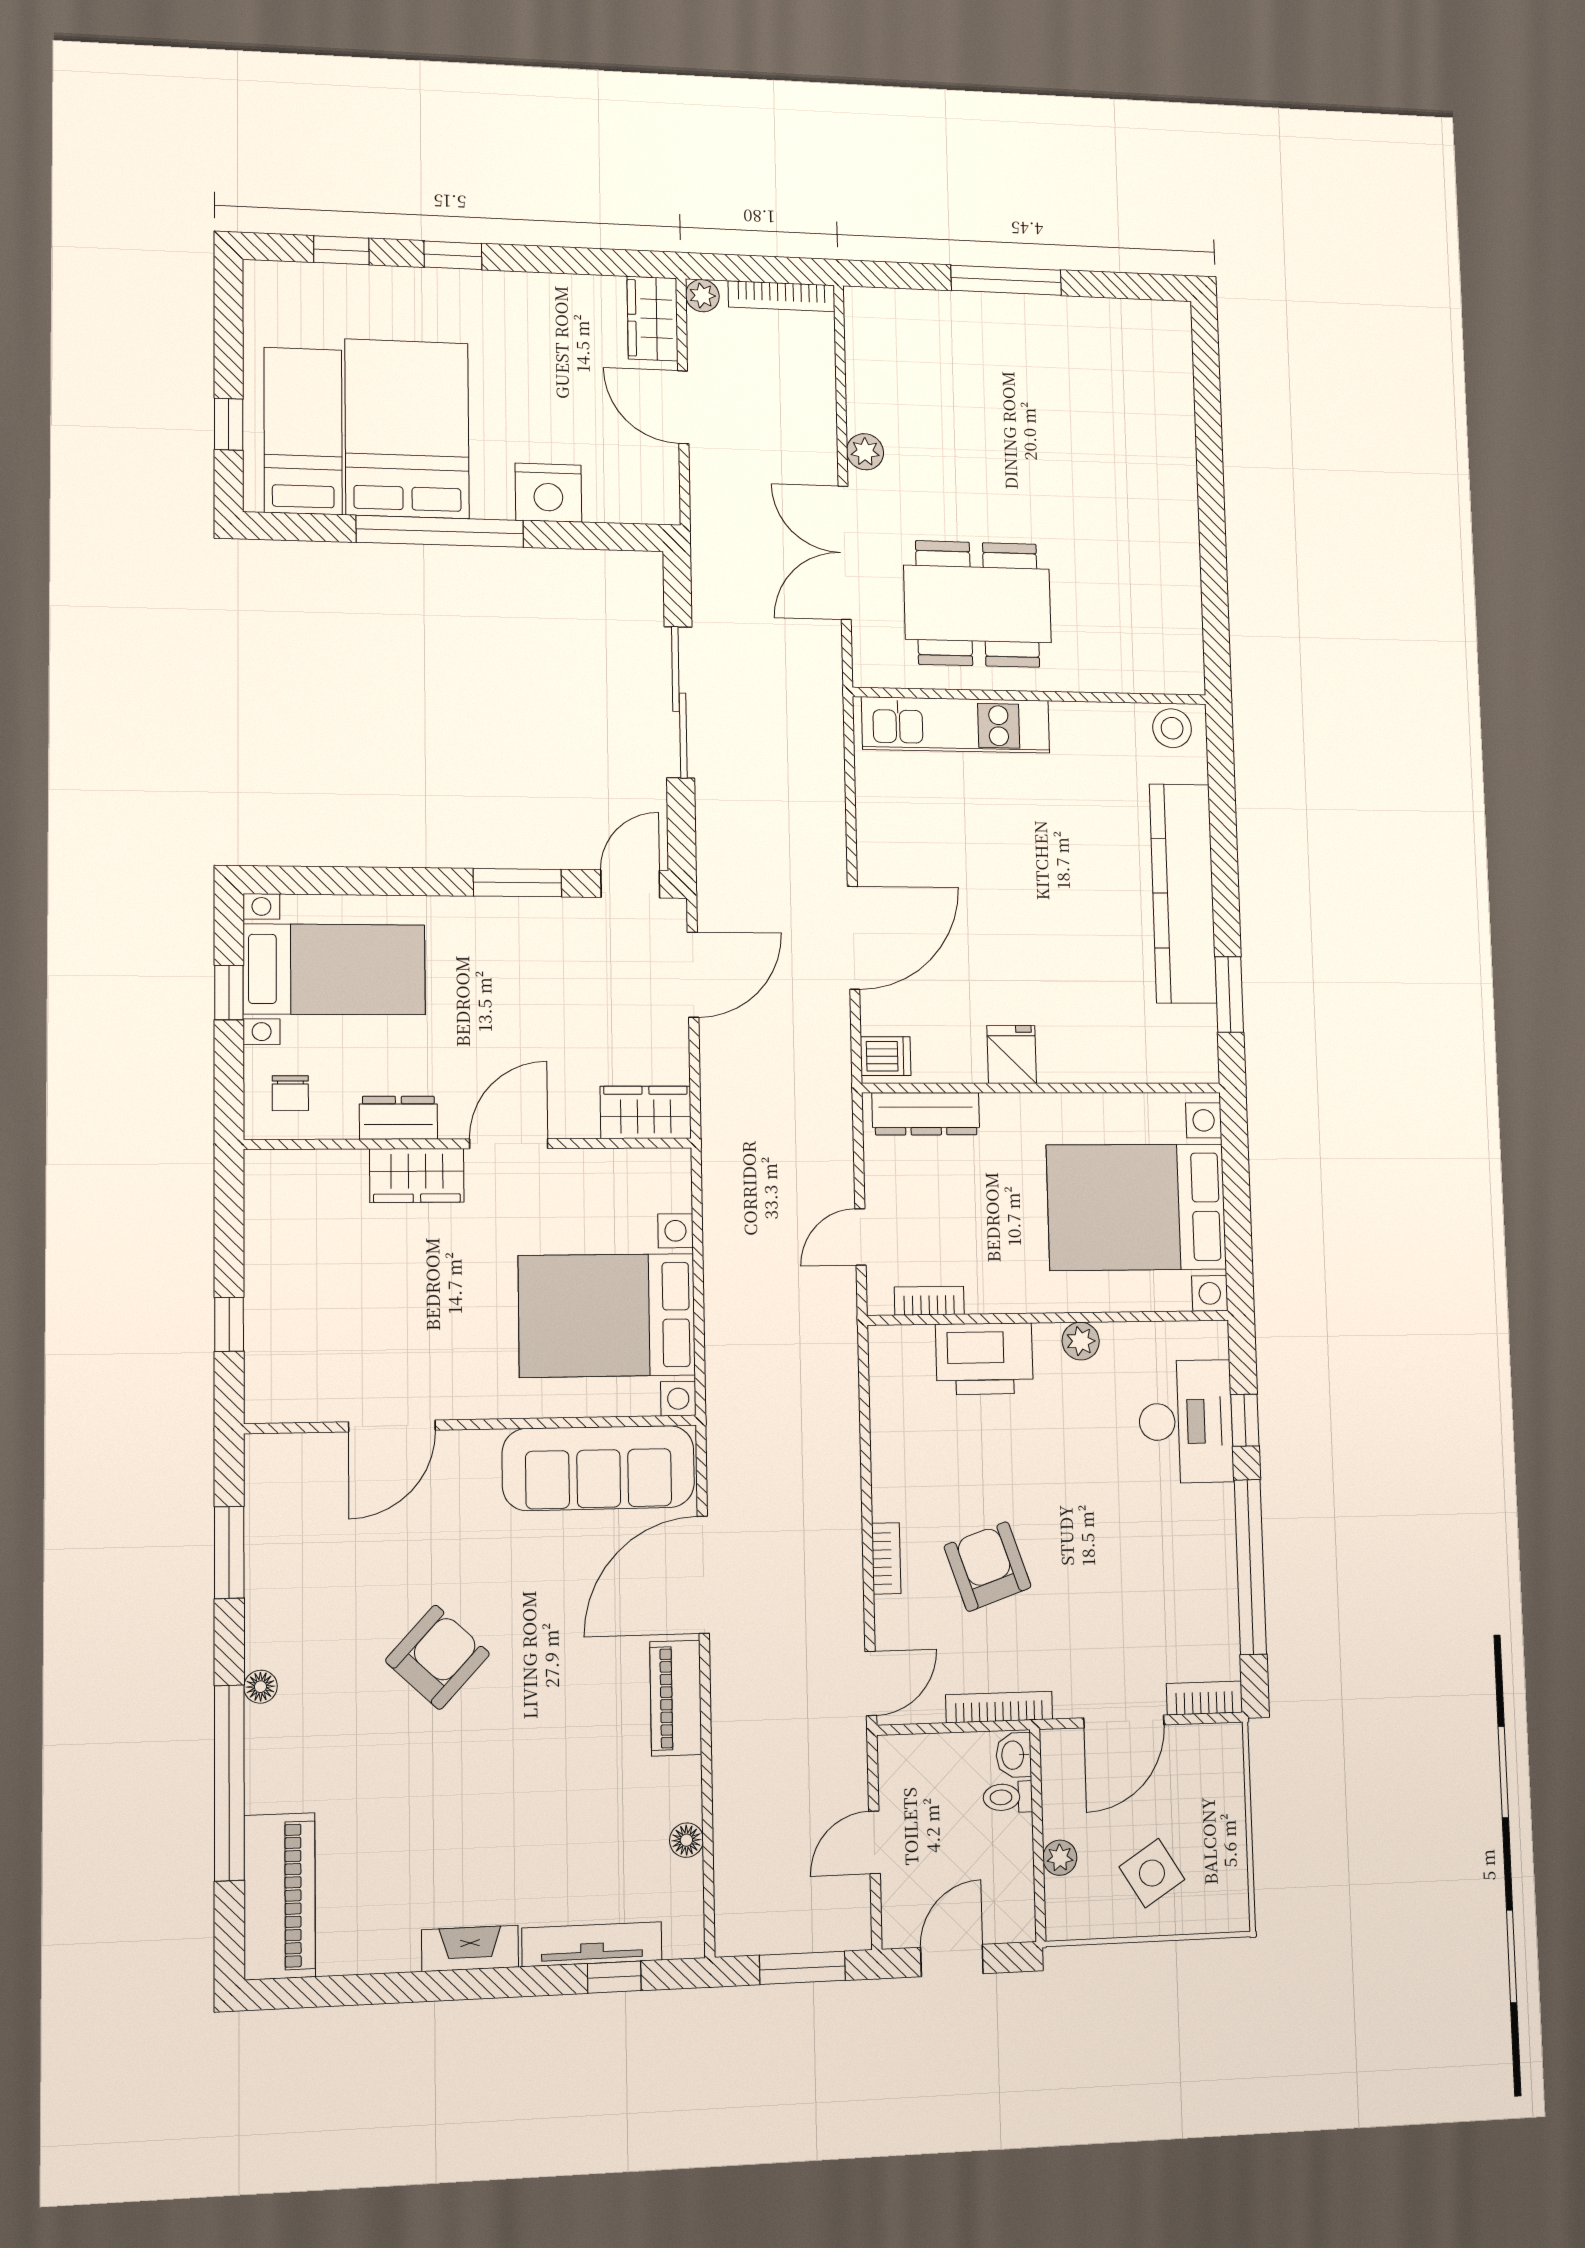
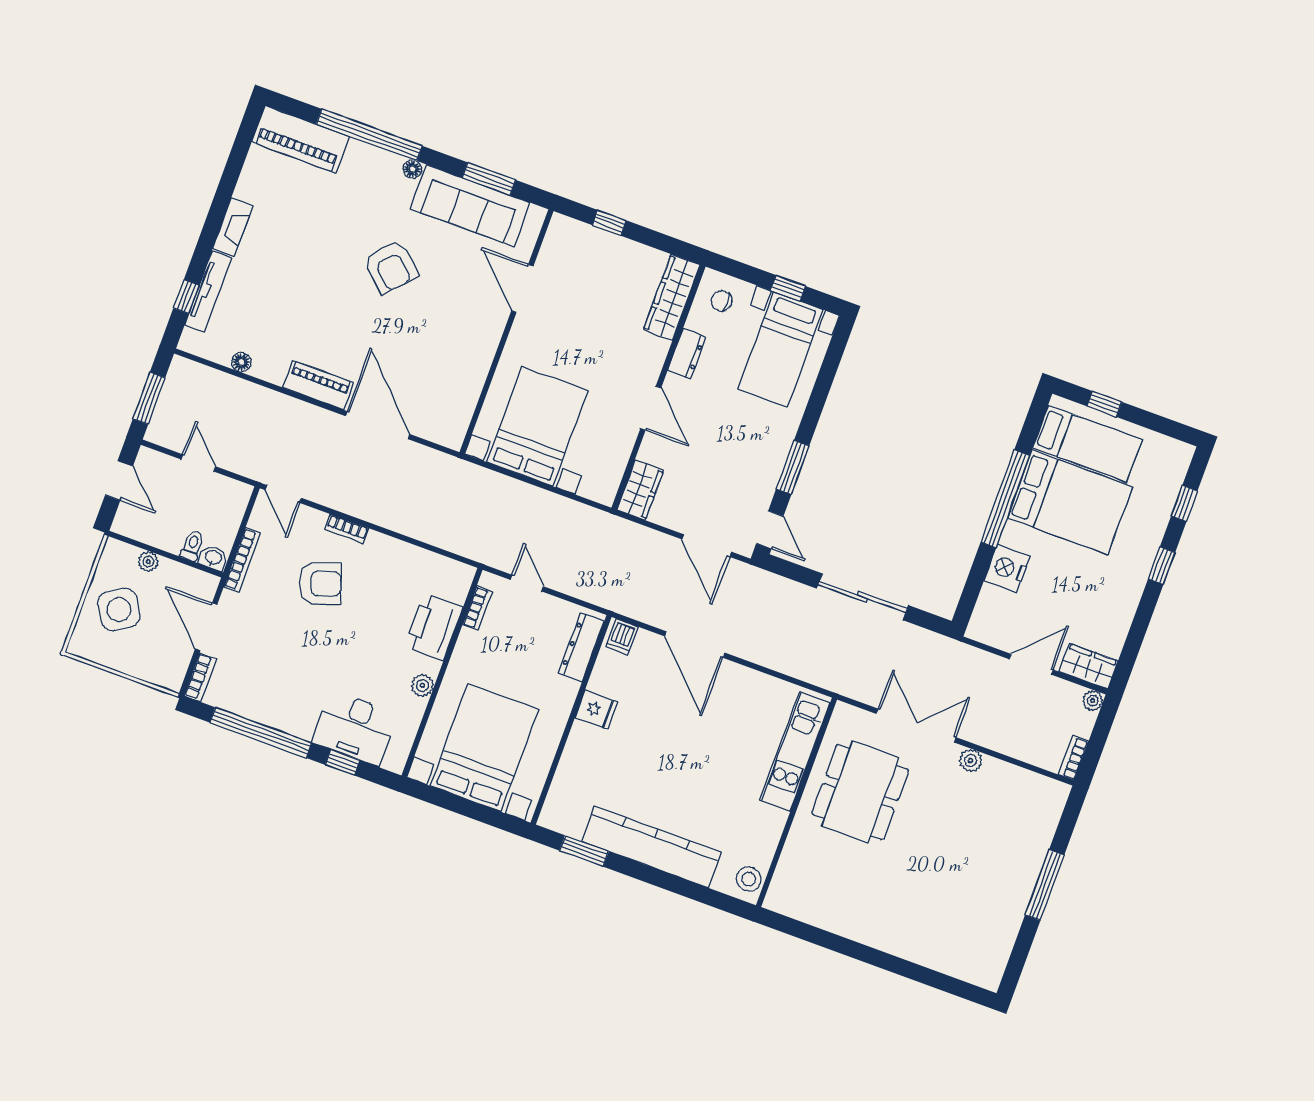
bookcase: (781, 296) -> (1074, 758), width x0.64
wardrobe: (417, 1175) -> (672, 297), moved, width x1.50
sofa: (599, 1468) -> (470, 206), moved, turned -90
side table: (1152, 1873) -> (119, 610), width x1.37, depth x1.37

